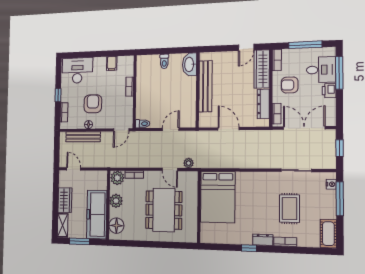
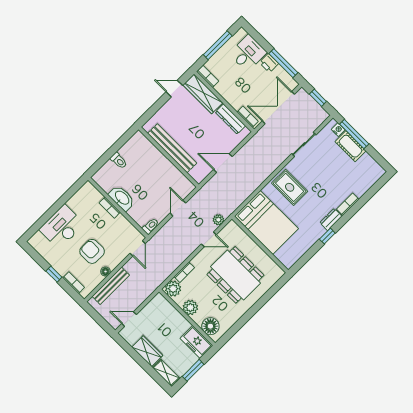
door: (246, 47) -> (174, 89), swing flipped
filing cabinet: (112, 63) -> (75, 204), removed
washbasin: (189, 64) -> (122, 198), moved, turned 180
desk: (77, 70) -> (62, 227), moved
window: (339, 73) -> (283, 63), moved
armchair: (290, 85) -> (236, 86), removed
rug: (289, 209) -> (290, 187), moved
freezer: (97, 214) -> (196, 342), width x0.52, depth x0.79
cot: (328, 234) -> (351, 146), moved

